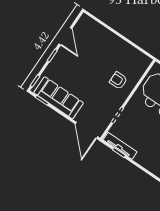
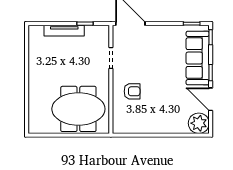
plant: (86, 25) -> (199, 123), added
sofa: (59, 98) -> (198, 58), moved, turned 90
tv unit: (120, 146) -> (64, 31), moved

